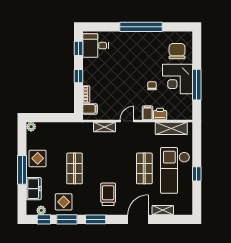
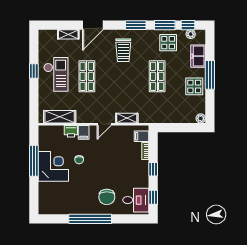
chair: (177, 51) -> (107, 197), moved
checkout: (175, 170) -> (56, 74), width x0.73, depth x0.83

